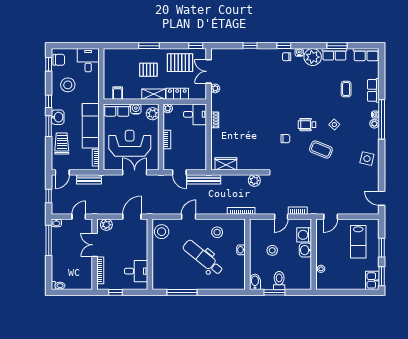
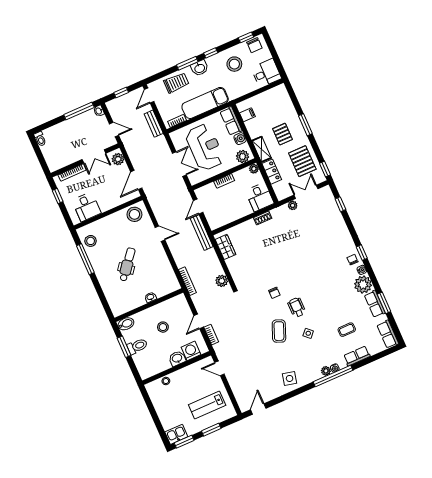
window: (250, 46) -> (340, 204), moved
door: (62, 172) -> (149, 95), hinge flipped
door: (132, 217) -> (136, 180), swing flipped
door: (281, 217) -> (199, 321), hinge flipped
stool: (217, 232) -> (91, 241), moved
double door: (95, 245) -> (94, 156), swing flipped
dental chair: (203, 258) -> (127, 264), width x0.73, depth x0.72

